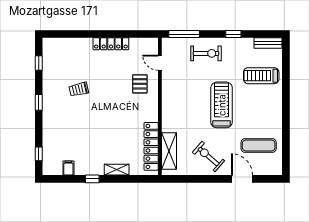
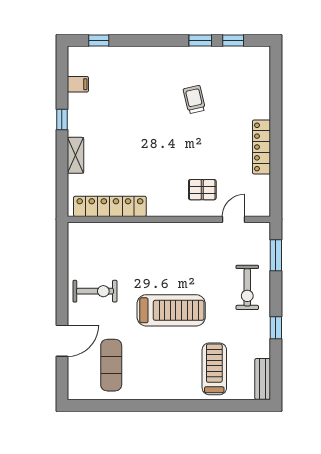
window: (184, 34) -> (276, 255), width x0.69
window: (39, 102) -> (200, 40), moved
shelving: (169, 151) -> (103, 233), removed
exercise bike: (209, 156) -> (95, 291), turned 49

